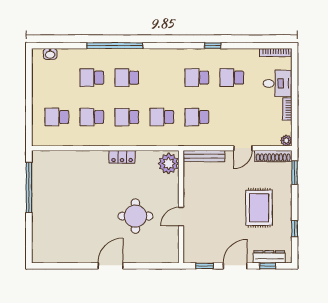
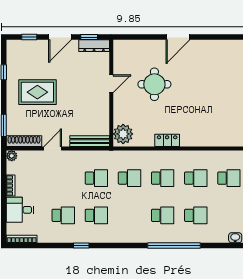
rug: (259, 208) -> (37, 92), turned 90
dresser: (269, 257) -> (94, 46), moved

